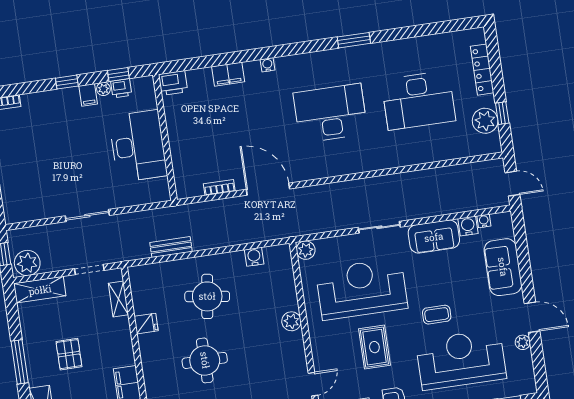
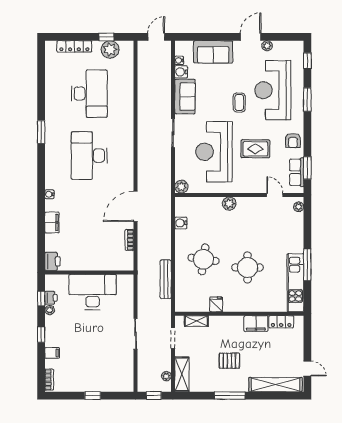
filing cabinet: (88, 95) -> (52, 353), moved
bench: (171, 247) -> (166, 279), width x1.36
plant: (27, 263) -> (166, 376), width x0.53, depth x0.53

